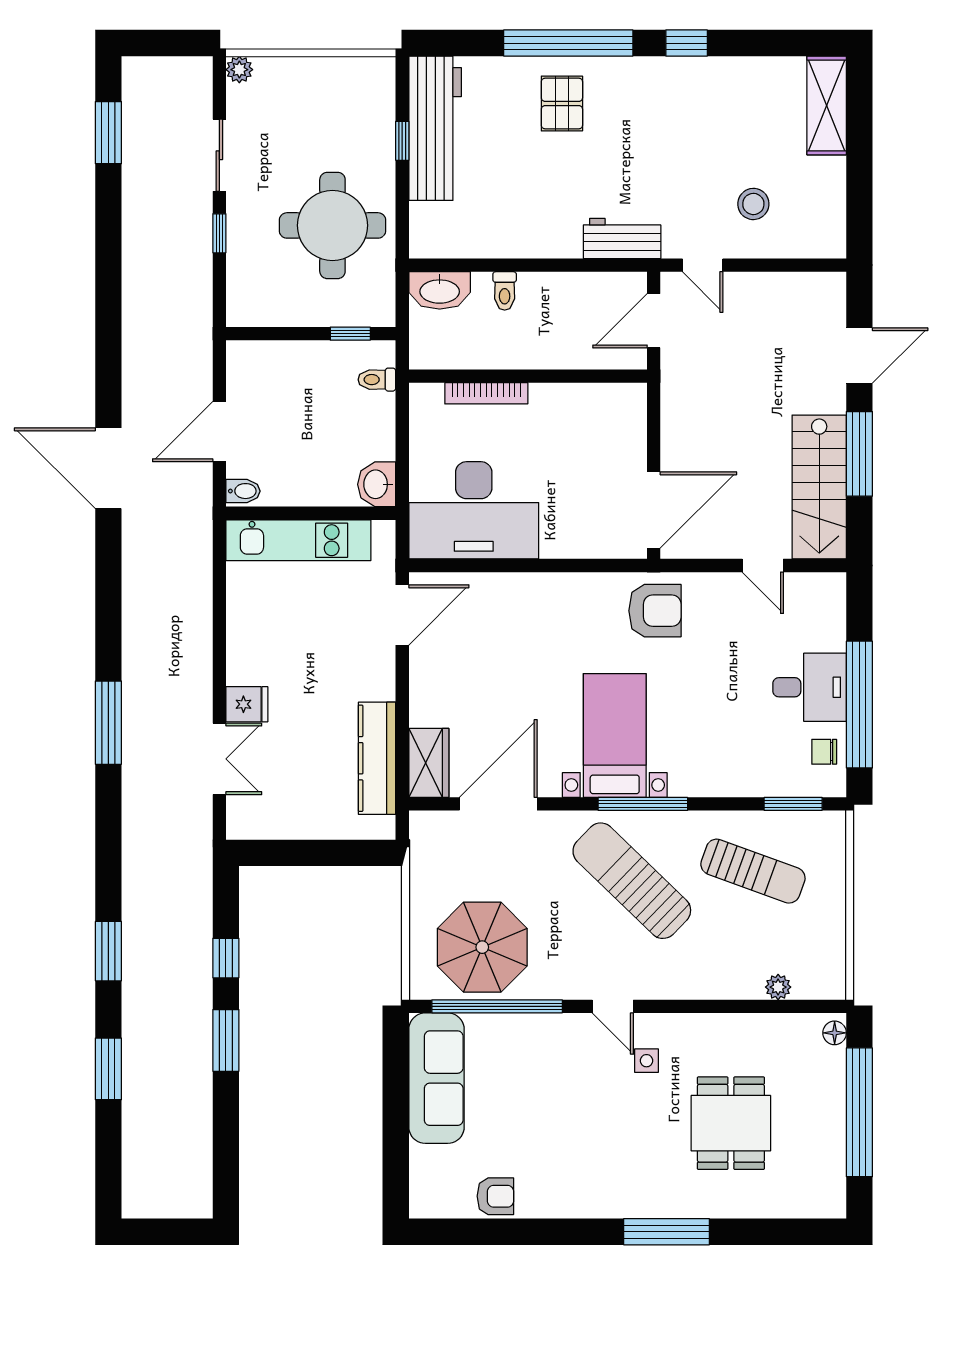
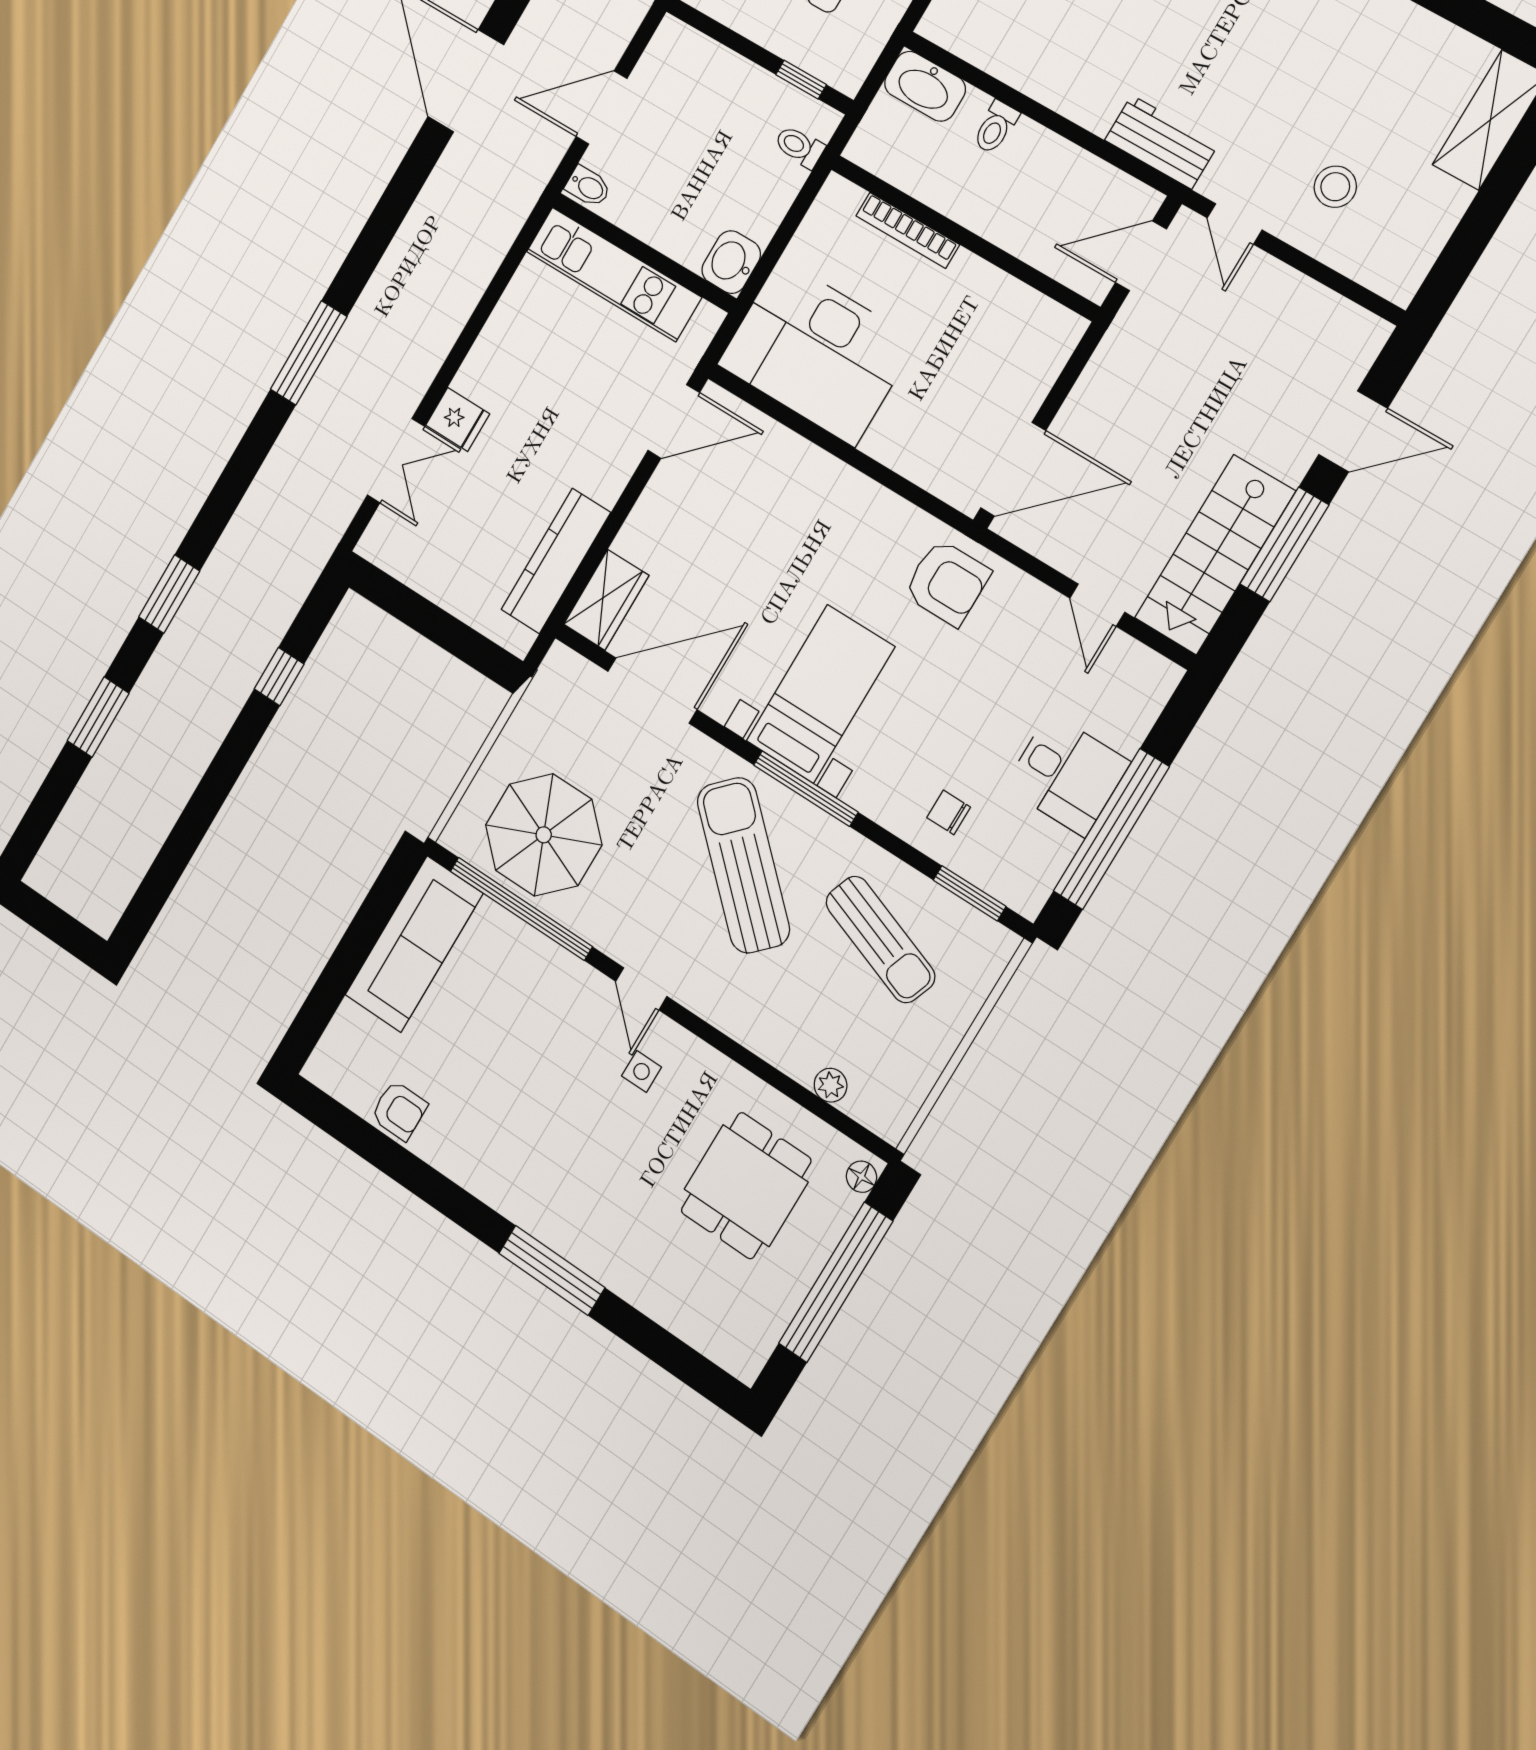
chair: (824, 752) -> (949, 812), moved
window: (226, 1040) -> (229, 763), removed
dining table: (731, 1123) -> (746, 1186), moved

